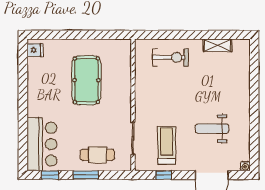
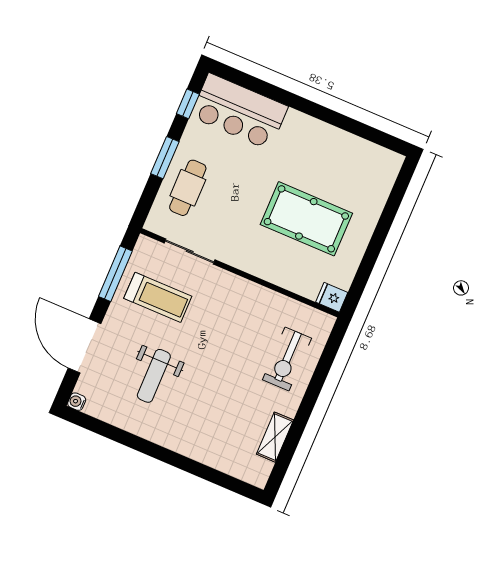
fridge: (35, 50) -> (332, 297), moved, turned 90
weight bench: (212, 129) -> (154, 376), turned 180
window: (164, 175) -> (115, 274), width x2.17

